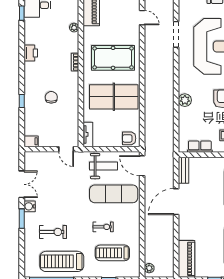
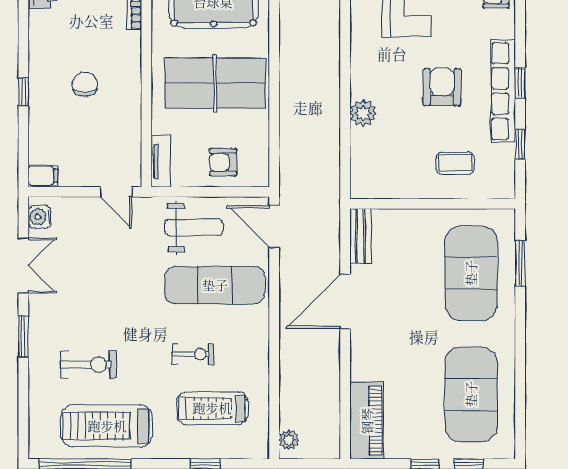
plant: (185, 100) -> (363, 113), moved
armchair: (129, 138) -> (223, 162), moved
row of seats: (200, 147) -> (394, 187), removed
water cooler: (30, 206) -> (40, 217), moved

